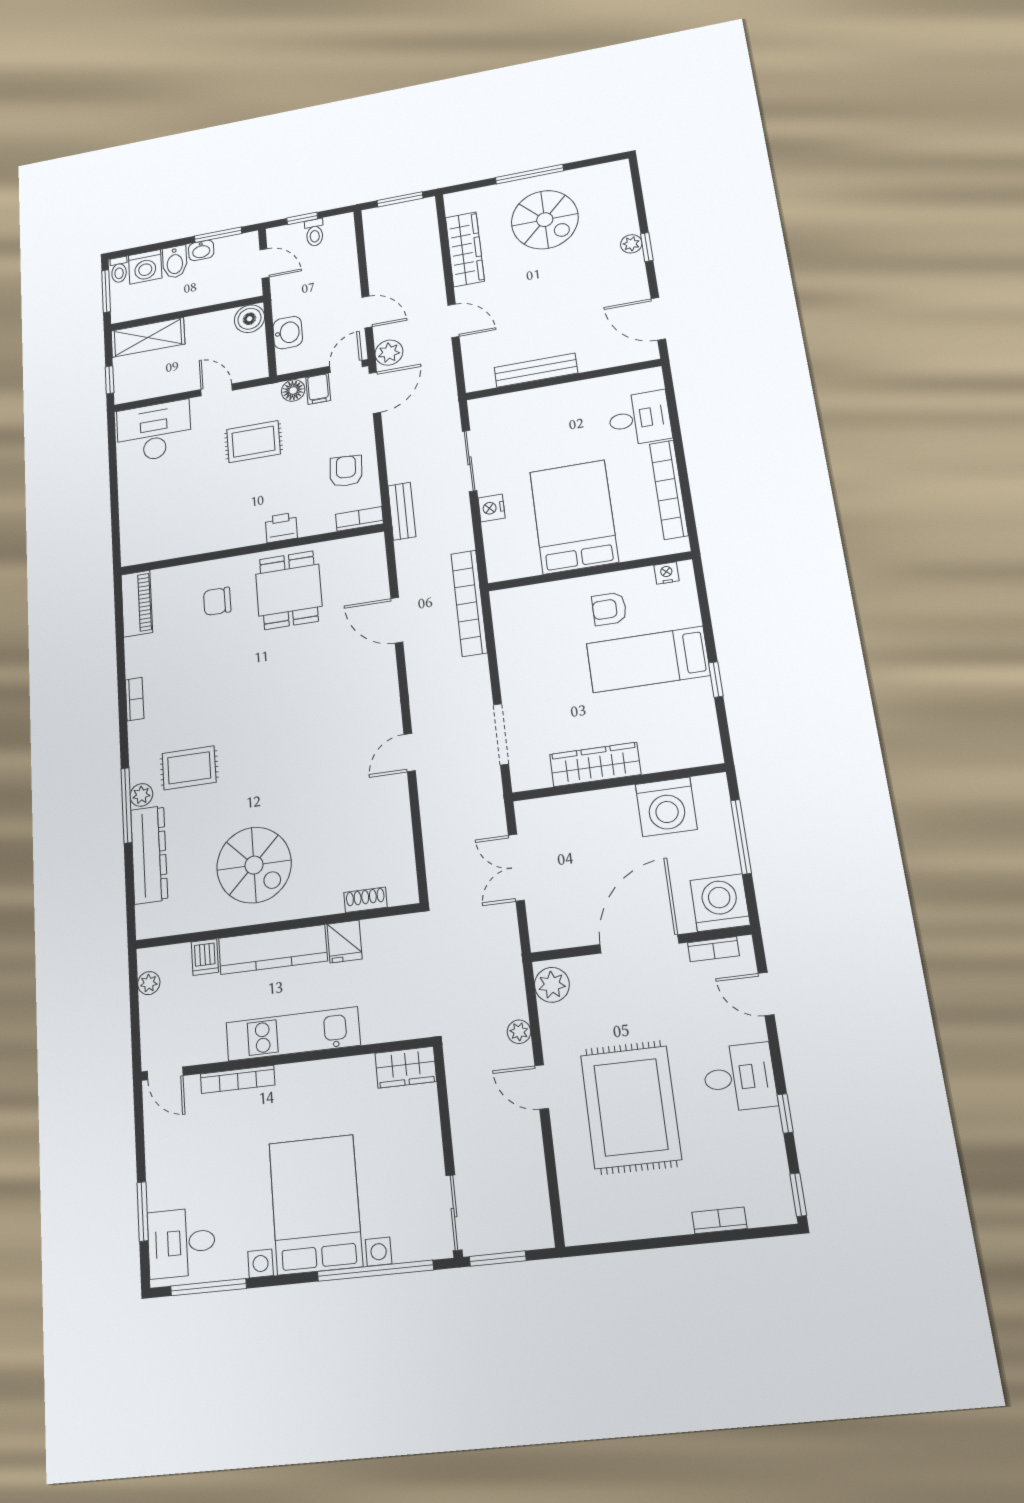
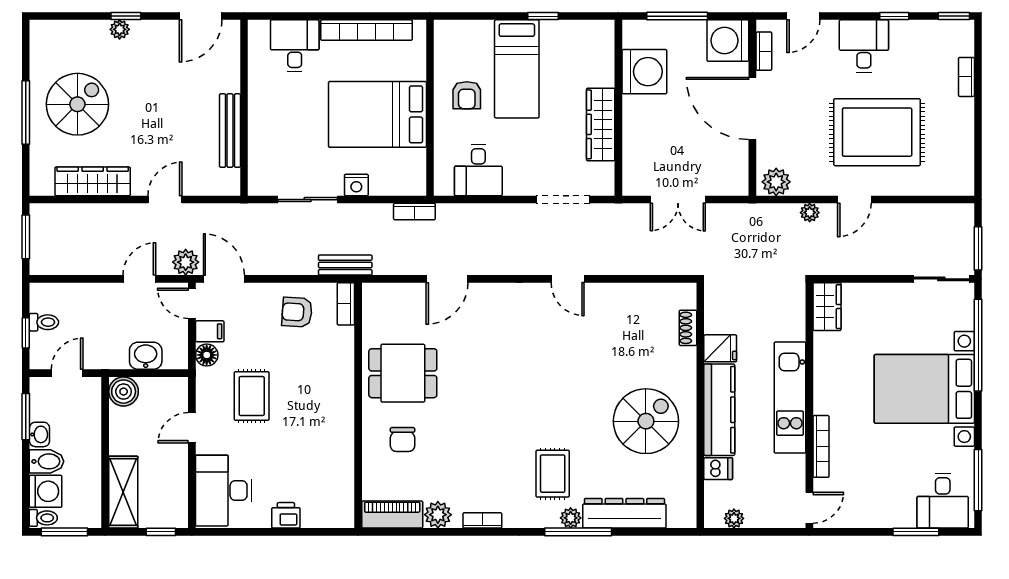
printer: (281, 527) -> (286, 515), moved, turned 90
nightstand: (666, 573) -> (443, 43), removed
bookcase: (469, 603) -> (414, 212), width x0.43, depth x0.76
desk: (524, 635) -> (478, 170), added
plant: (139, 651) -> (438, 515), added

